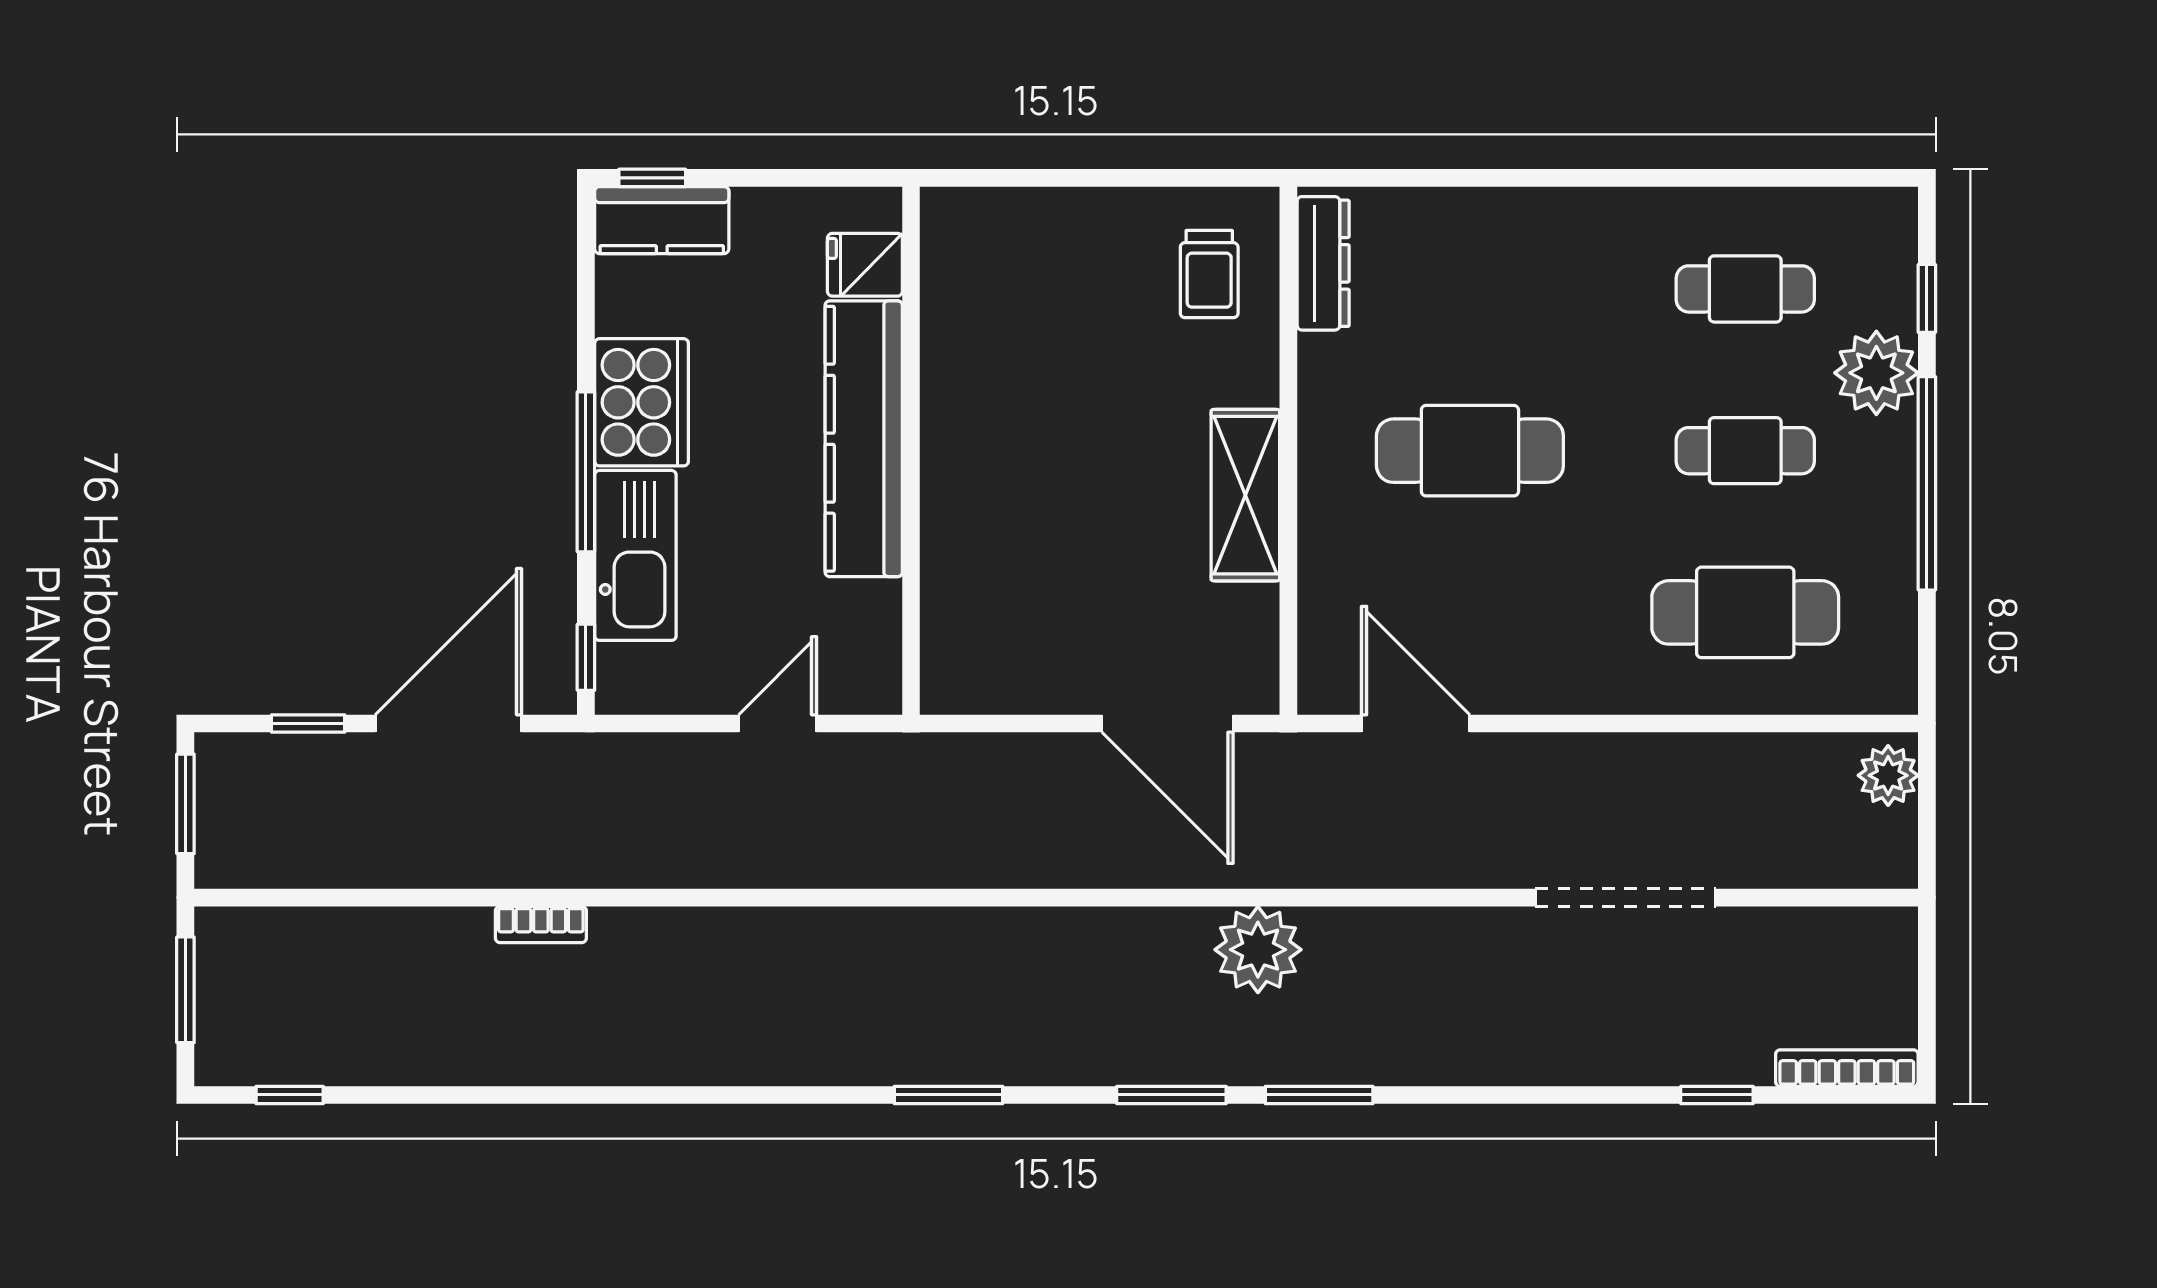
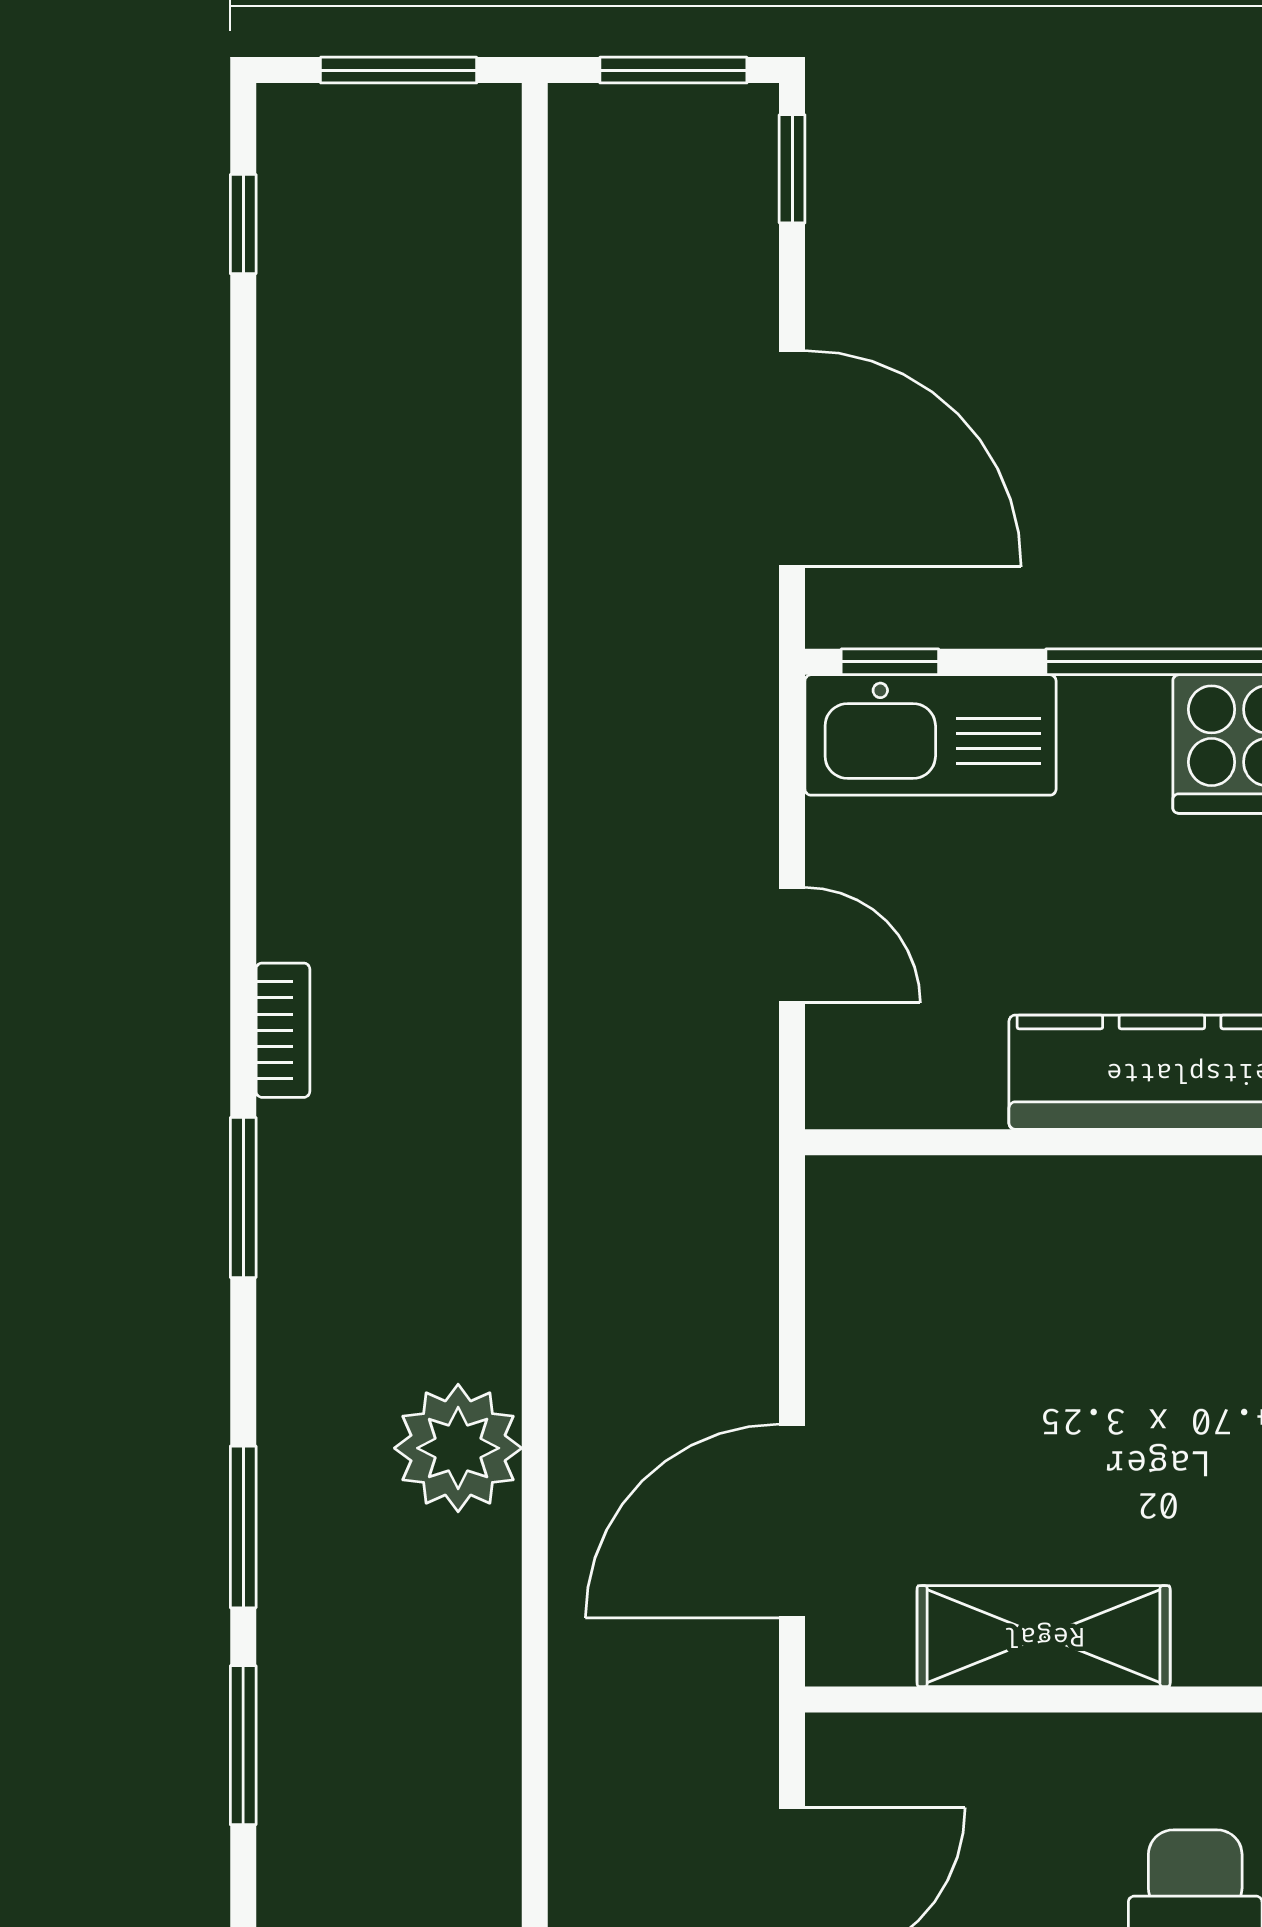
shelving: (1245, 495) -> (1044, 1636), moved
kitchen sink: (635, 555) -> (930, 735), moved
window: (308, 723) -> (792, 169), moved
bookcase: (541, 925) -> (283, 1030), moved, turned 180
plant: (1258, 950) -> (458, 1448), moved

